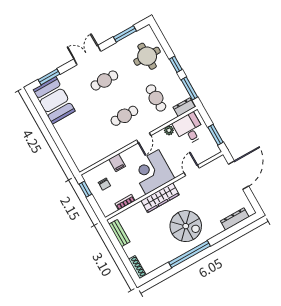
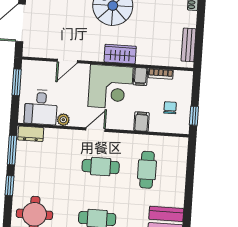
cafe table: (156, 98) -> (147, 170), moved
filing cabinet: (137, 192) -> (140, 76), added
wardrobe: (160, 198) -> (120, 54), width x0.67

